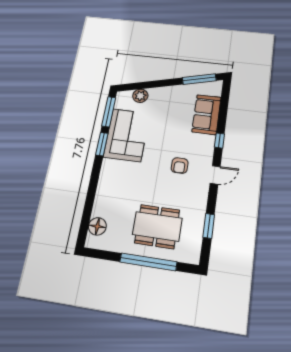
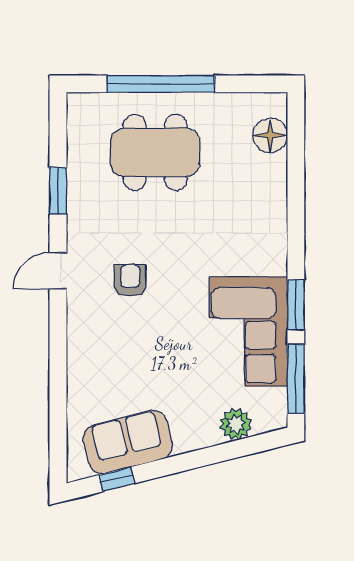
window: (199, 79) -> (117, 479), width x0.46
sofa: (206, 114) -> (128, 442), moved, turned -104
window: (219, 140) -> (58, 345), removed
window: (209, 226) -> (58, 191), moved

